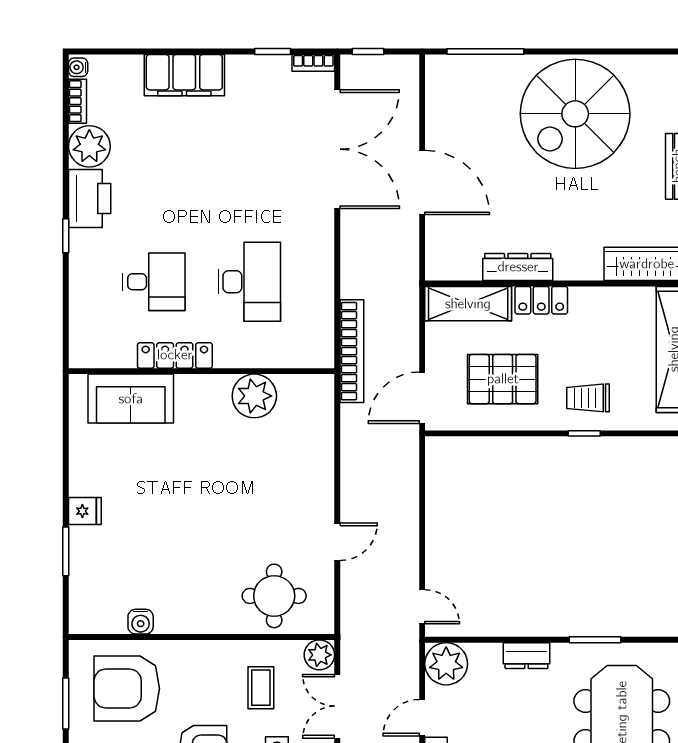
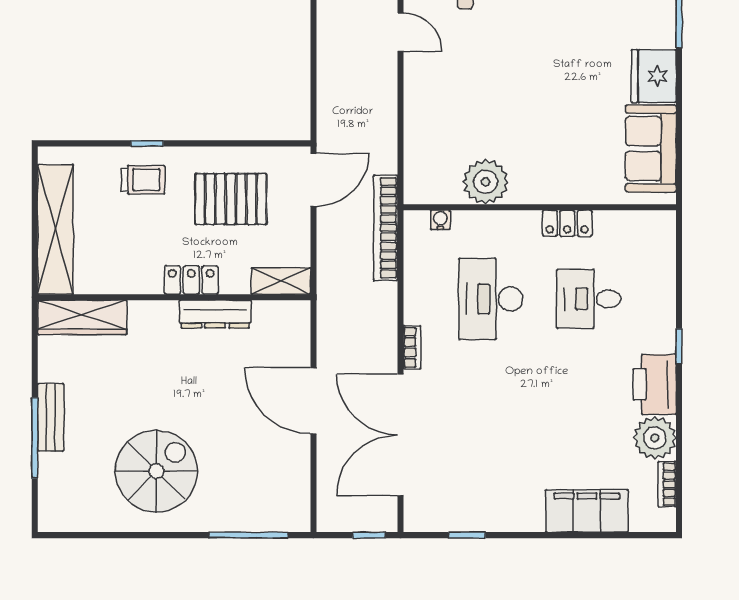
bookcase: (313, 63) -> (412, 347), moved, turned 90
water cooler: (78, 67) -> (440, 220), moved, turned -90
filing cabinet: (184, 75) -> (587, 511), moved
spiral stairs: (575, 114) -> (156, 471), width x0.73, depth x0.73
shelving: (468, 304) -> (281, 281), width x0.67, depth x0.75
locker: (175, 355) -> (567, 223), width x0.66
sofa: (131, 399) -> (651, 149), moved, turned -90
fridge: (85, 511) -> (654, 76), width x1.88, depth x1.34
door: (337, 542) -> (400, 32), swing flipped

